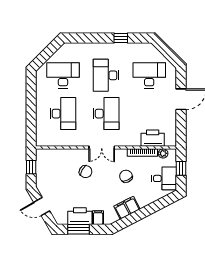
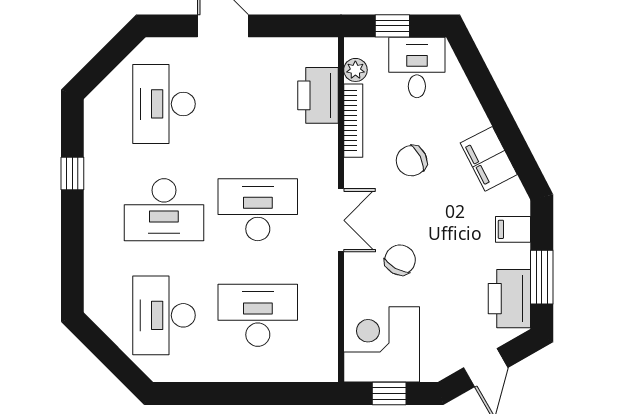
corner desk: (51, 164) -> (382, 344), added
printer: (80, 216) -> (509, 299), moved

